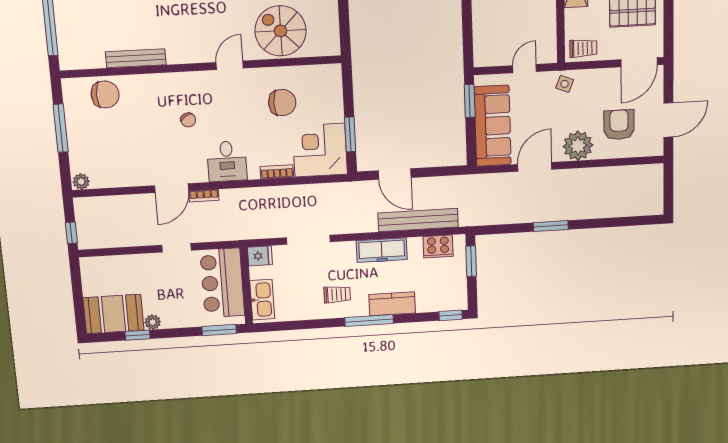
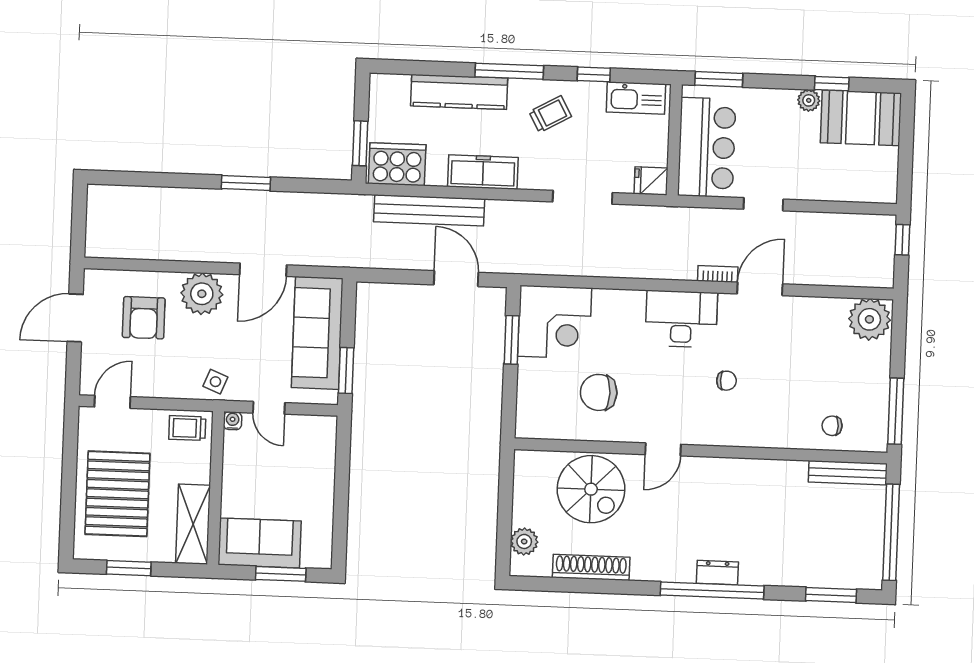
water cooler: (551, 57) -> (233, 421), added
bench: (136, 58) -> (848, 473), moved
door: (639, 62) -> (112, 402), width x0.73
door: (524, 69) -> (269, 408), hinge flipped
chair: (105, 94) -> (832, 426), width x0.54, depth x0.54
chair: (188, 120) -> (726, 381), turned 124
window: (61, 128) -> (896, 411), moved
desk: (227, 161) -> (681, 319), width x1.37
bookcase: (277, 172) -> (616, 298), removed
plant: (81, 182) -> (869, 319), width x1.87, depth x1.87
cooker: (438, 246) -> (397, 164), width x1.37, depth x1.31
trolley: (337, 294) -> (550, 114), turned 151
kitchen sink: (262, 300) -> (636, 98), moved, turned -90
kitchen counter: (392, 304) -> (459, 92), width x1.50
window: (451, 315) -> (594, 74), moved

